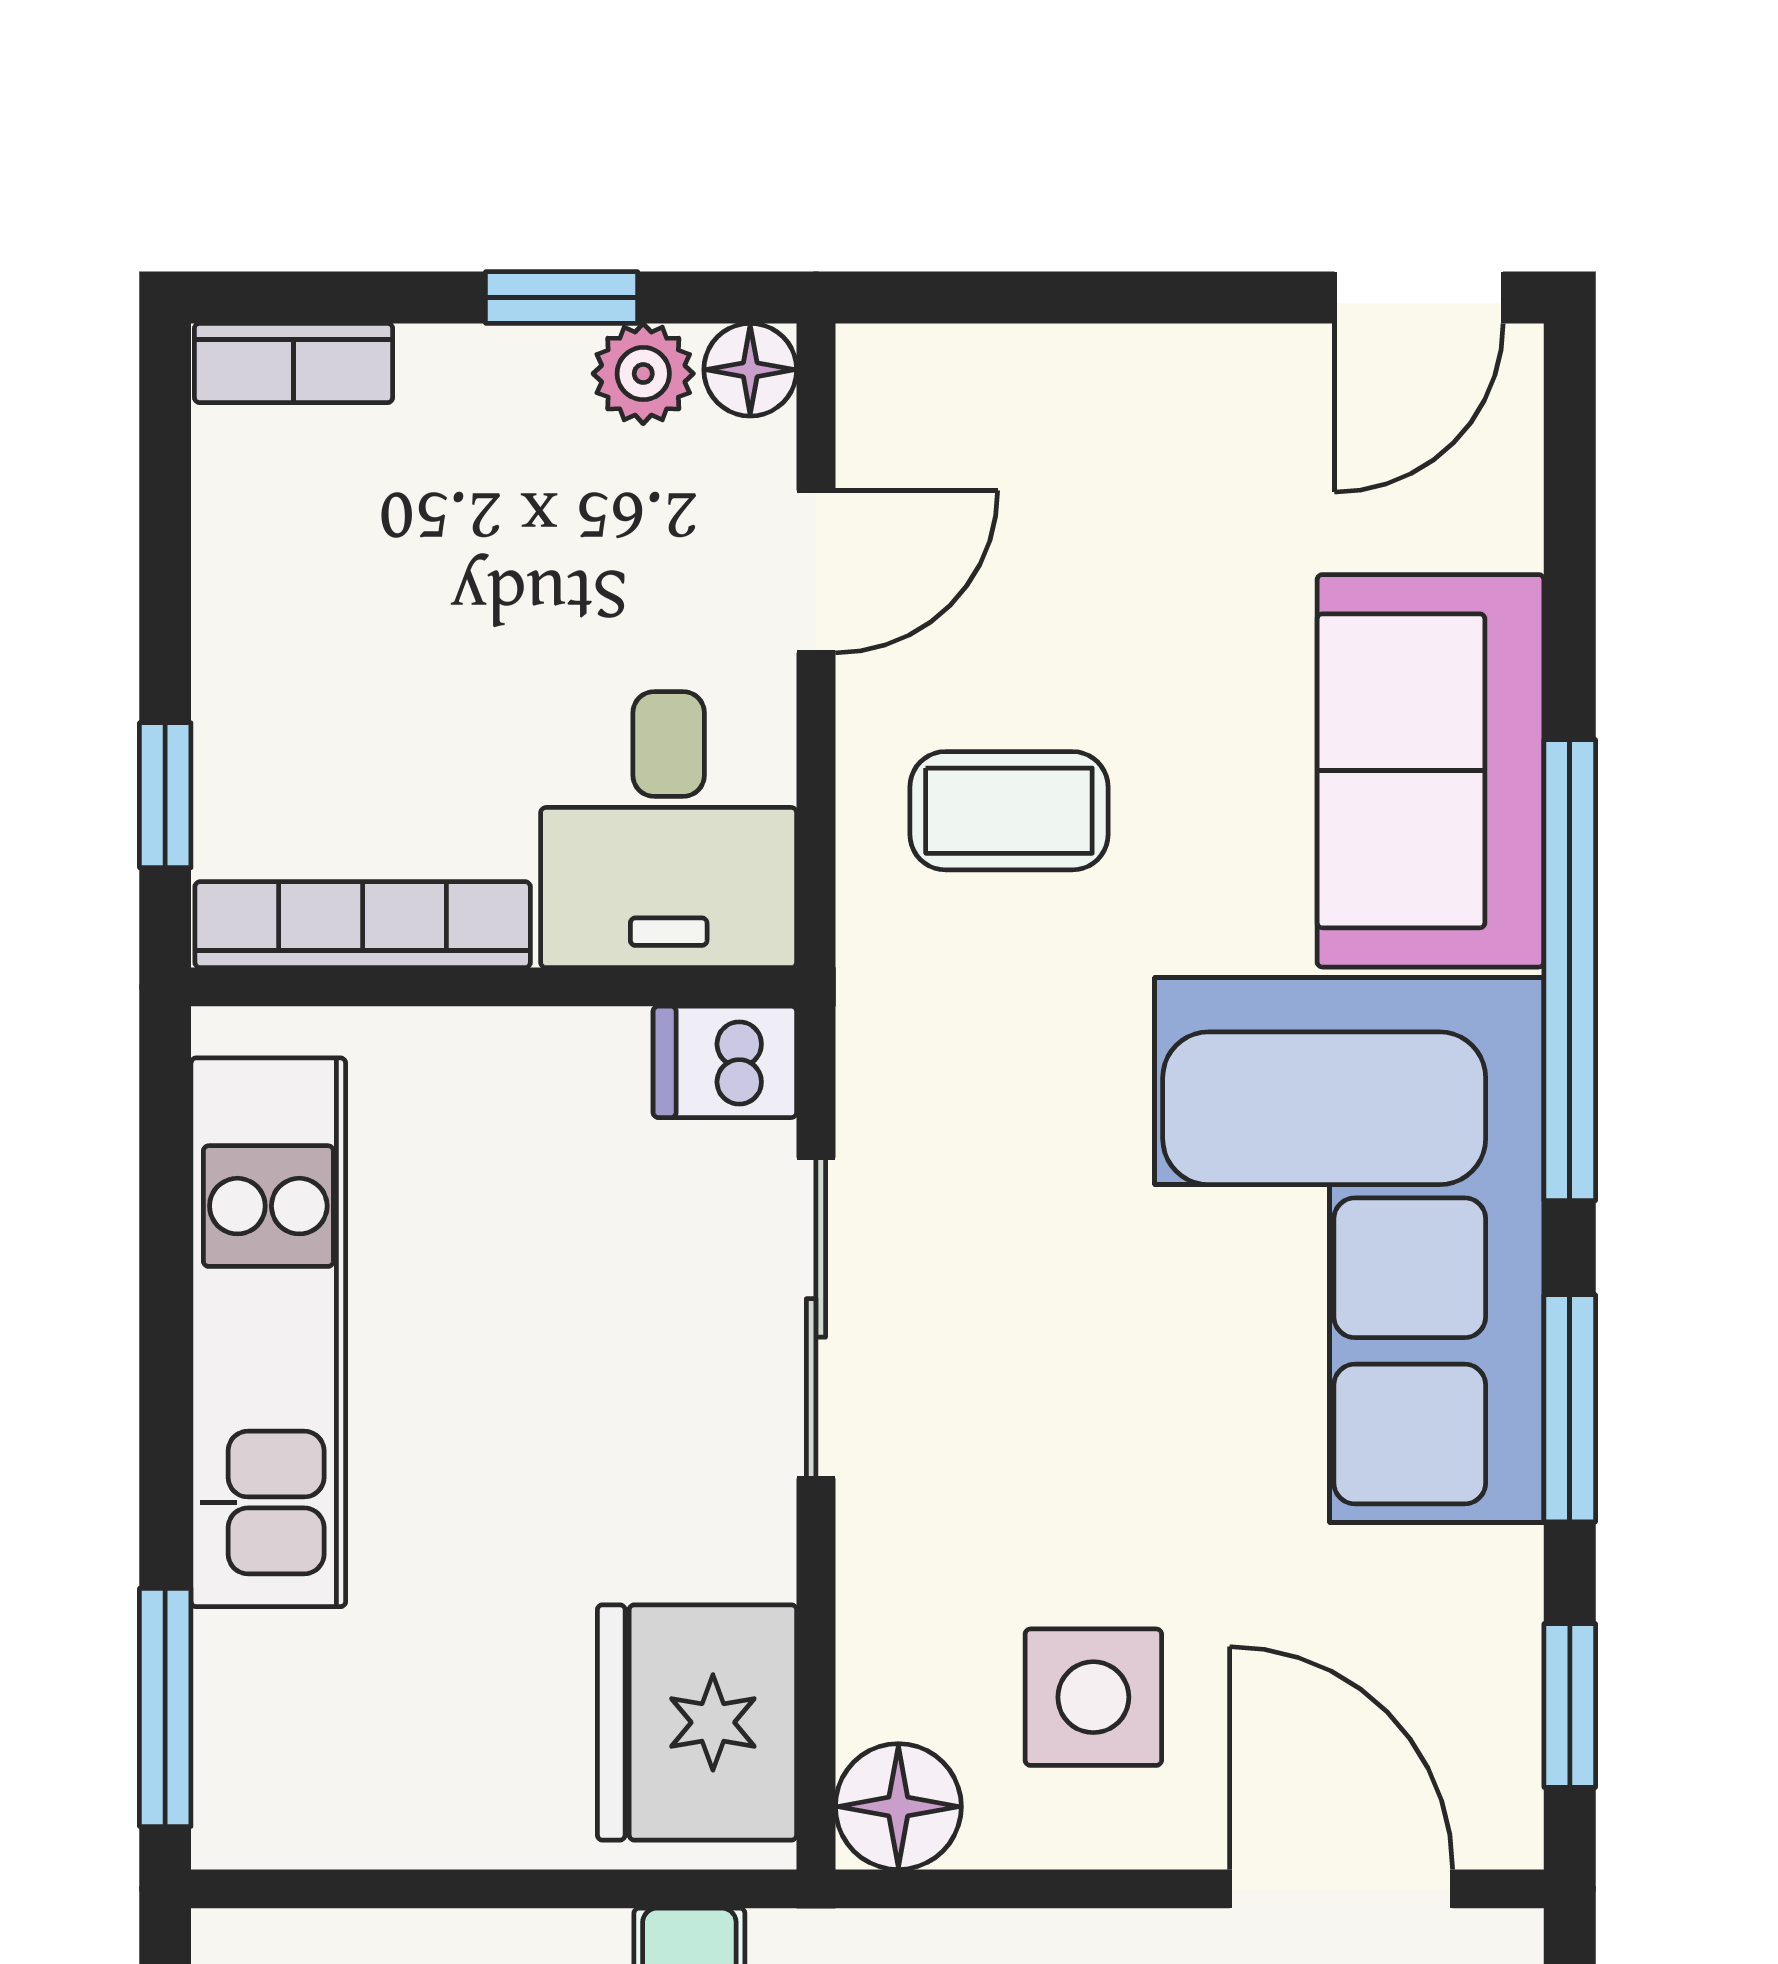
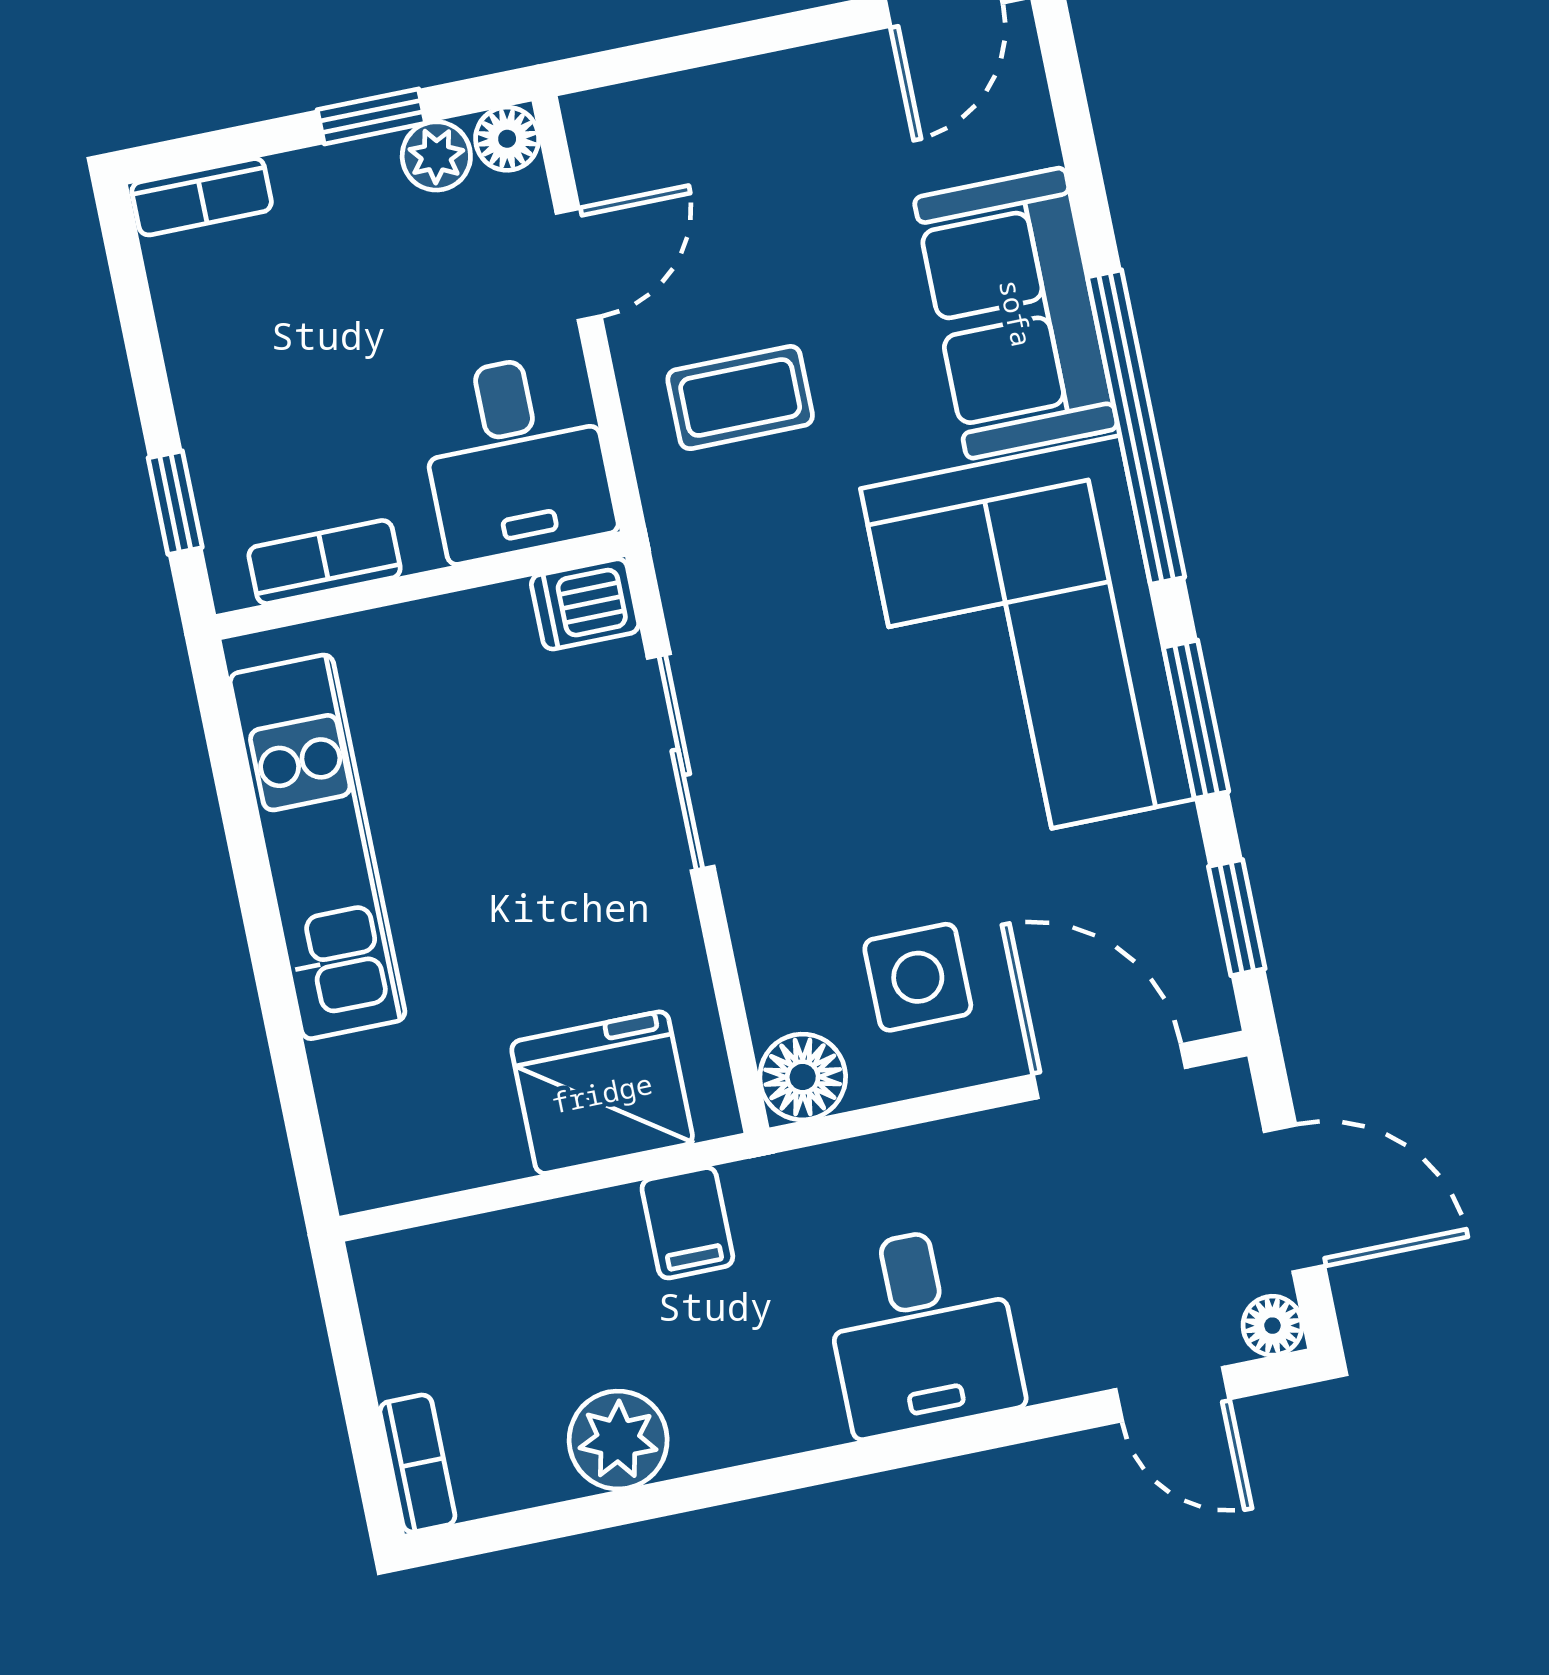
bookcase: (363, 925) -> (325, 562), width x0.64
window: (165, 1707) -> (300, 1111), removed
fridge: (697, 1722) -> (602, 1093), moved, turned 90

